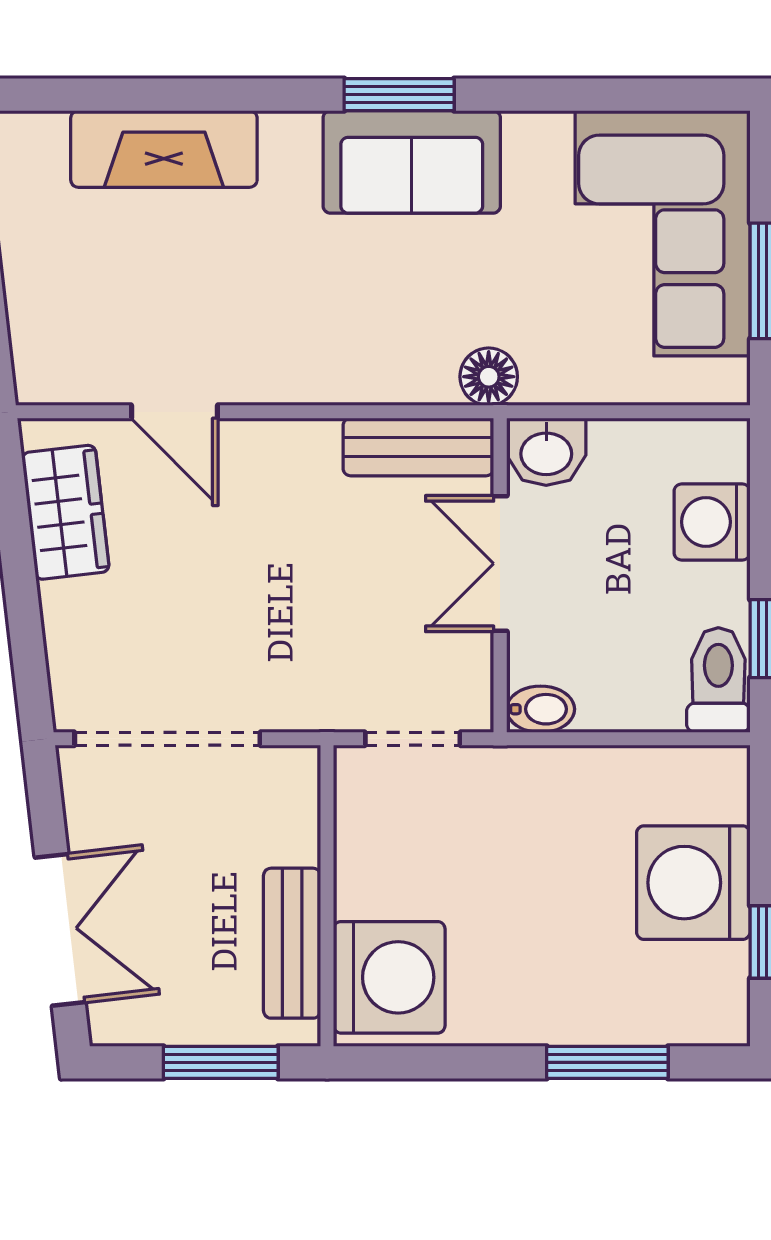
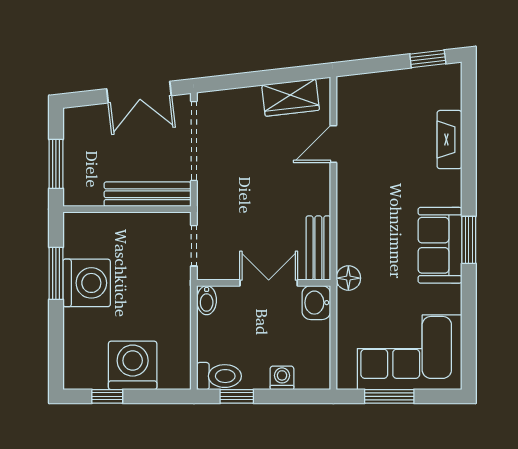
fireplace: (164, 149) -> (449, 140), width x0.73, depth x0.76
washing machine: (712, 522) -> (282, 378), width x0.73, depth x0.73
double door: (60, 930) -> (139, 92), moved
bench: (292, 943) -> (148, 194), moved, width x1.36
washing machine: (389, 977) -> (87, 283), moved, turned -90
window: (607, 1062) -> (56, 273), moved

